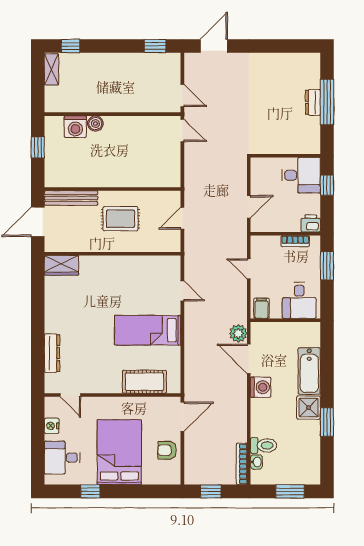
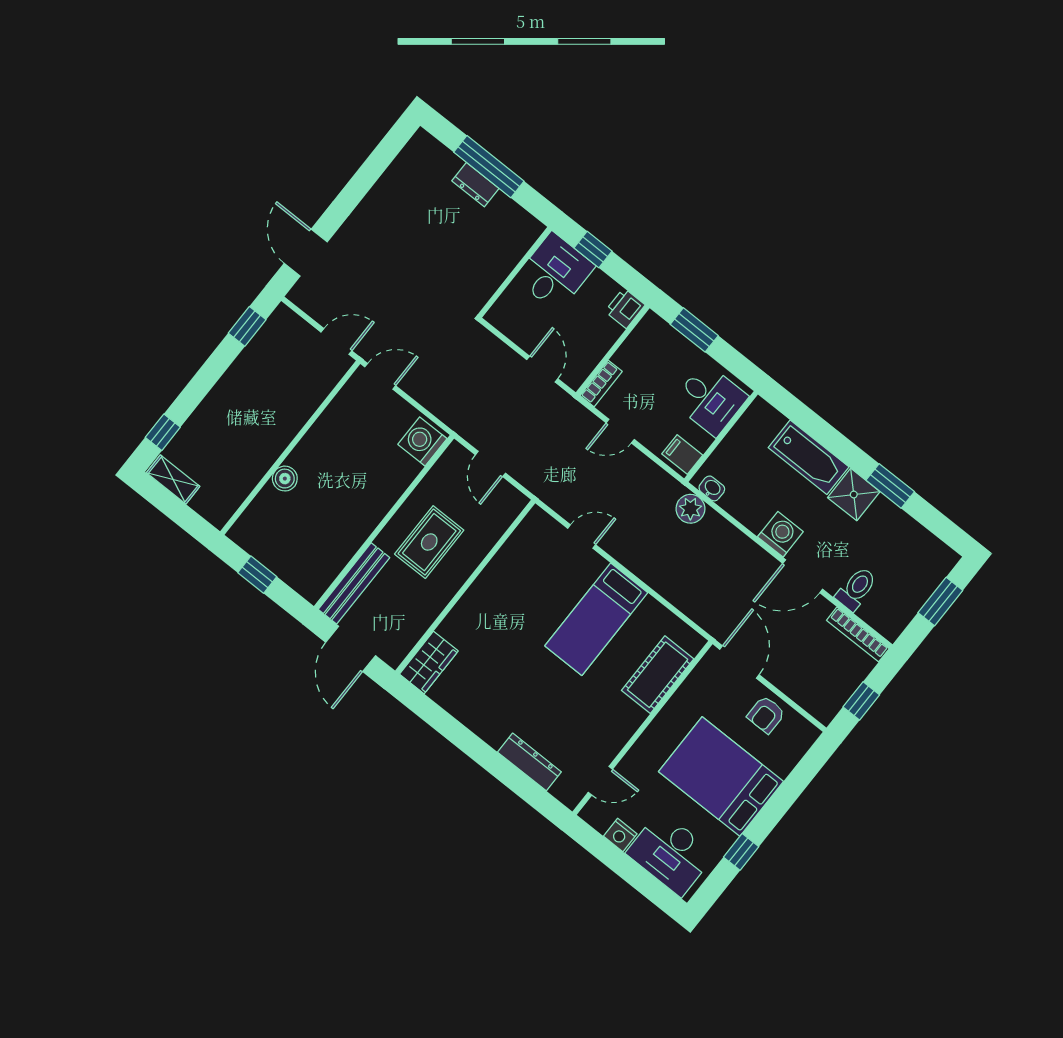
washing machine: (75, 127) -> (422, 441), moved, turned 180
bookcase: (295, 241) -> (601, 384), moved
door: (249, 359) -> (803, 576), moved
desk: (62, 458) -> (671, 853), width x1.37
washbasin: (256, 462) -> (712, 488), moved

